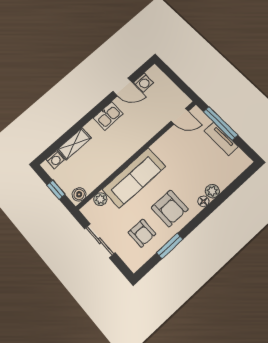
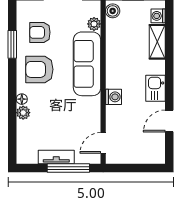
washing machine: (144, 83) -> (113, 97), moved, turned 180

